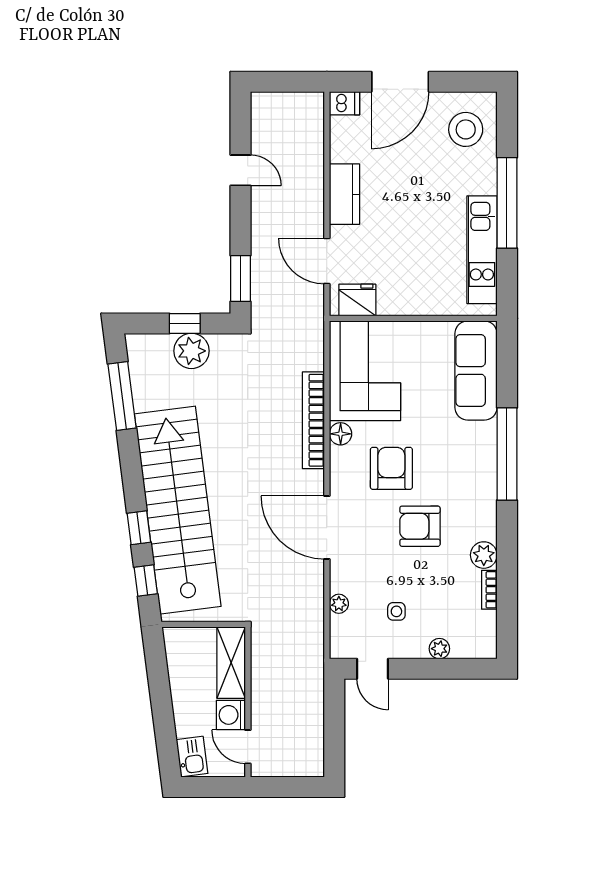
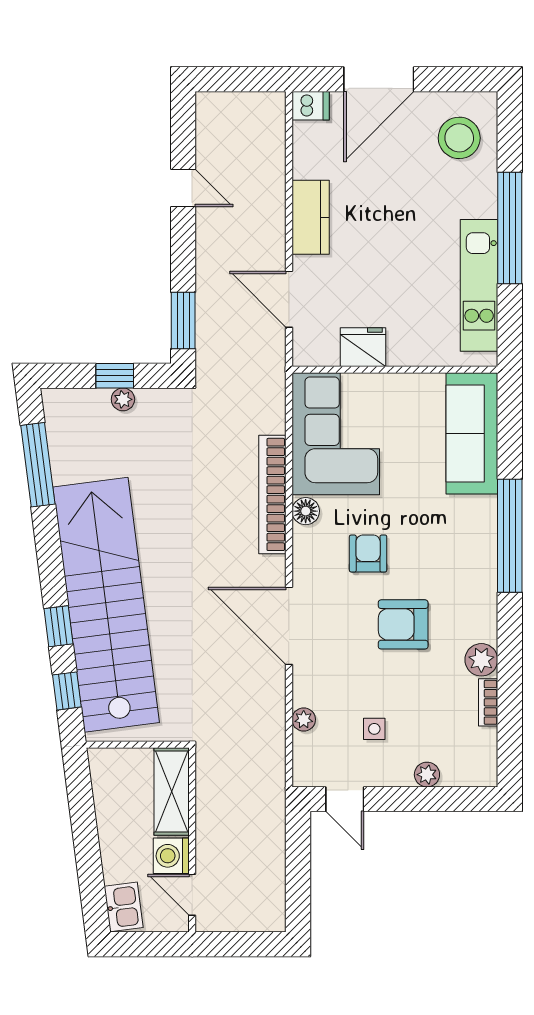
fridge: (357, 300) -> (363, 347), moved
plant: (191, 351) -> (123, 399), width x0.53, depth x0.53
armchair: (391, 468) -> (368, 553), width x0.72, depth x0.72

